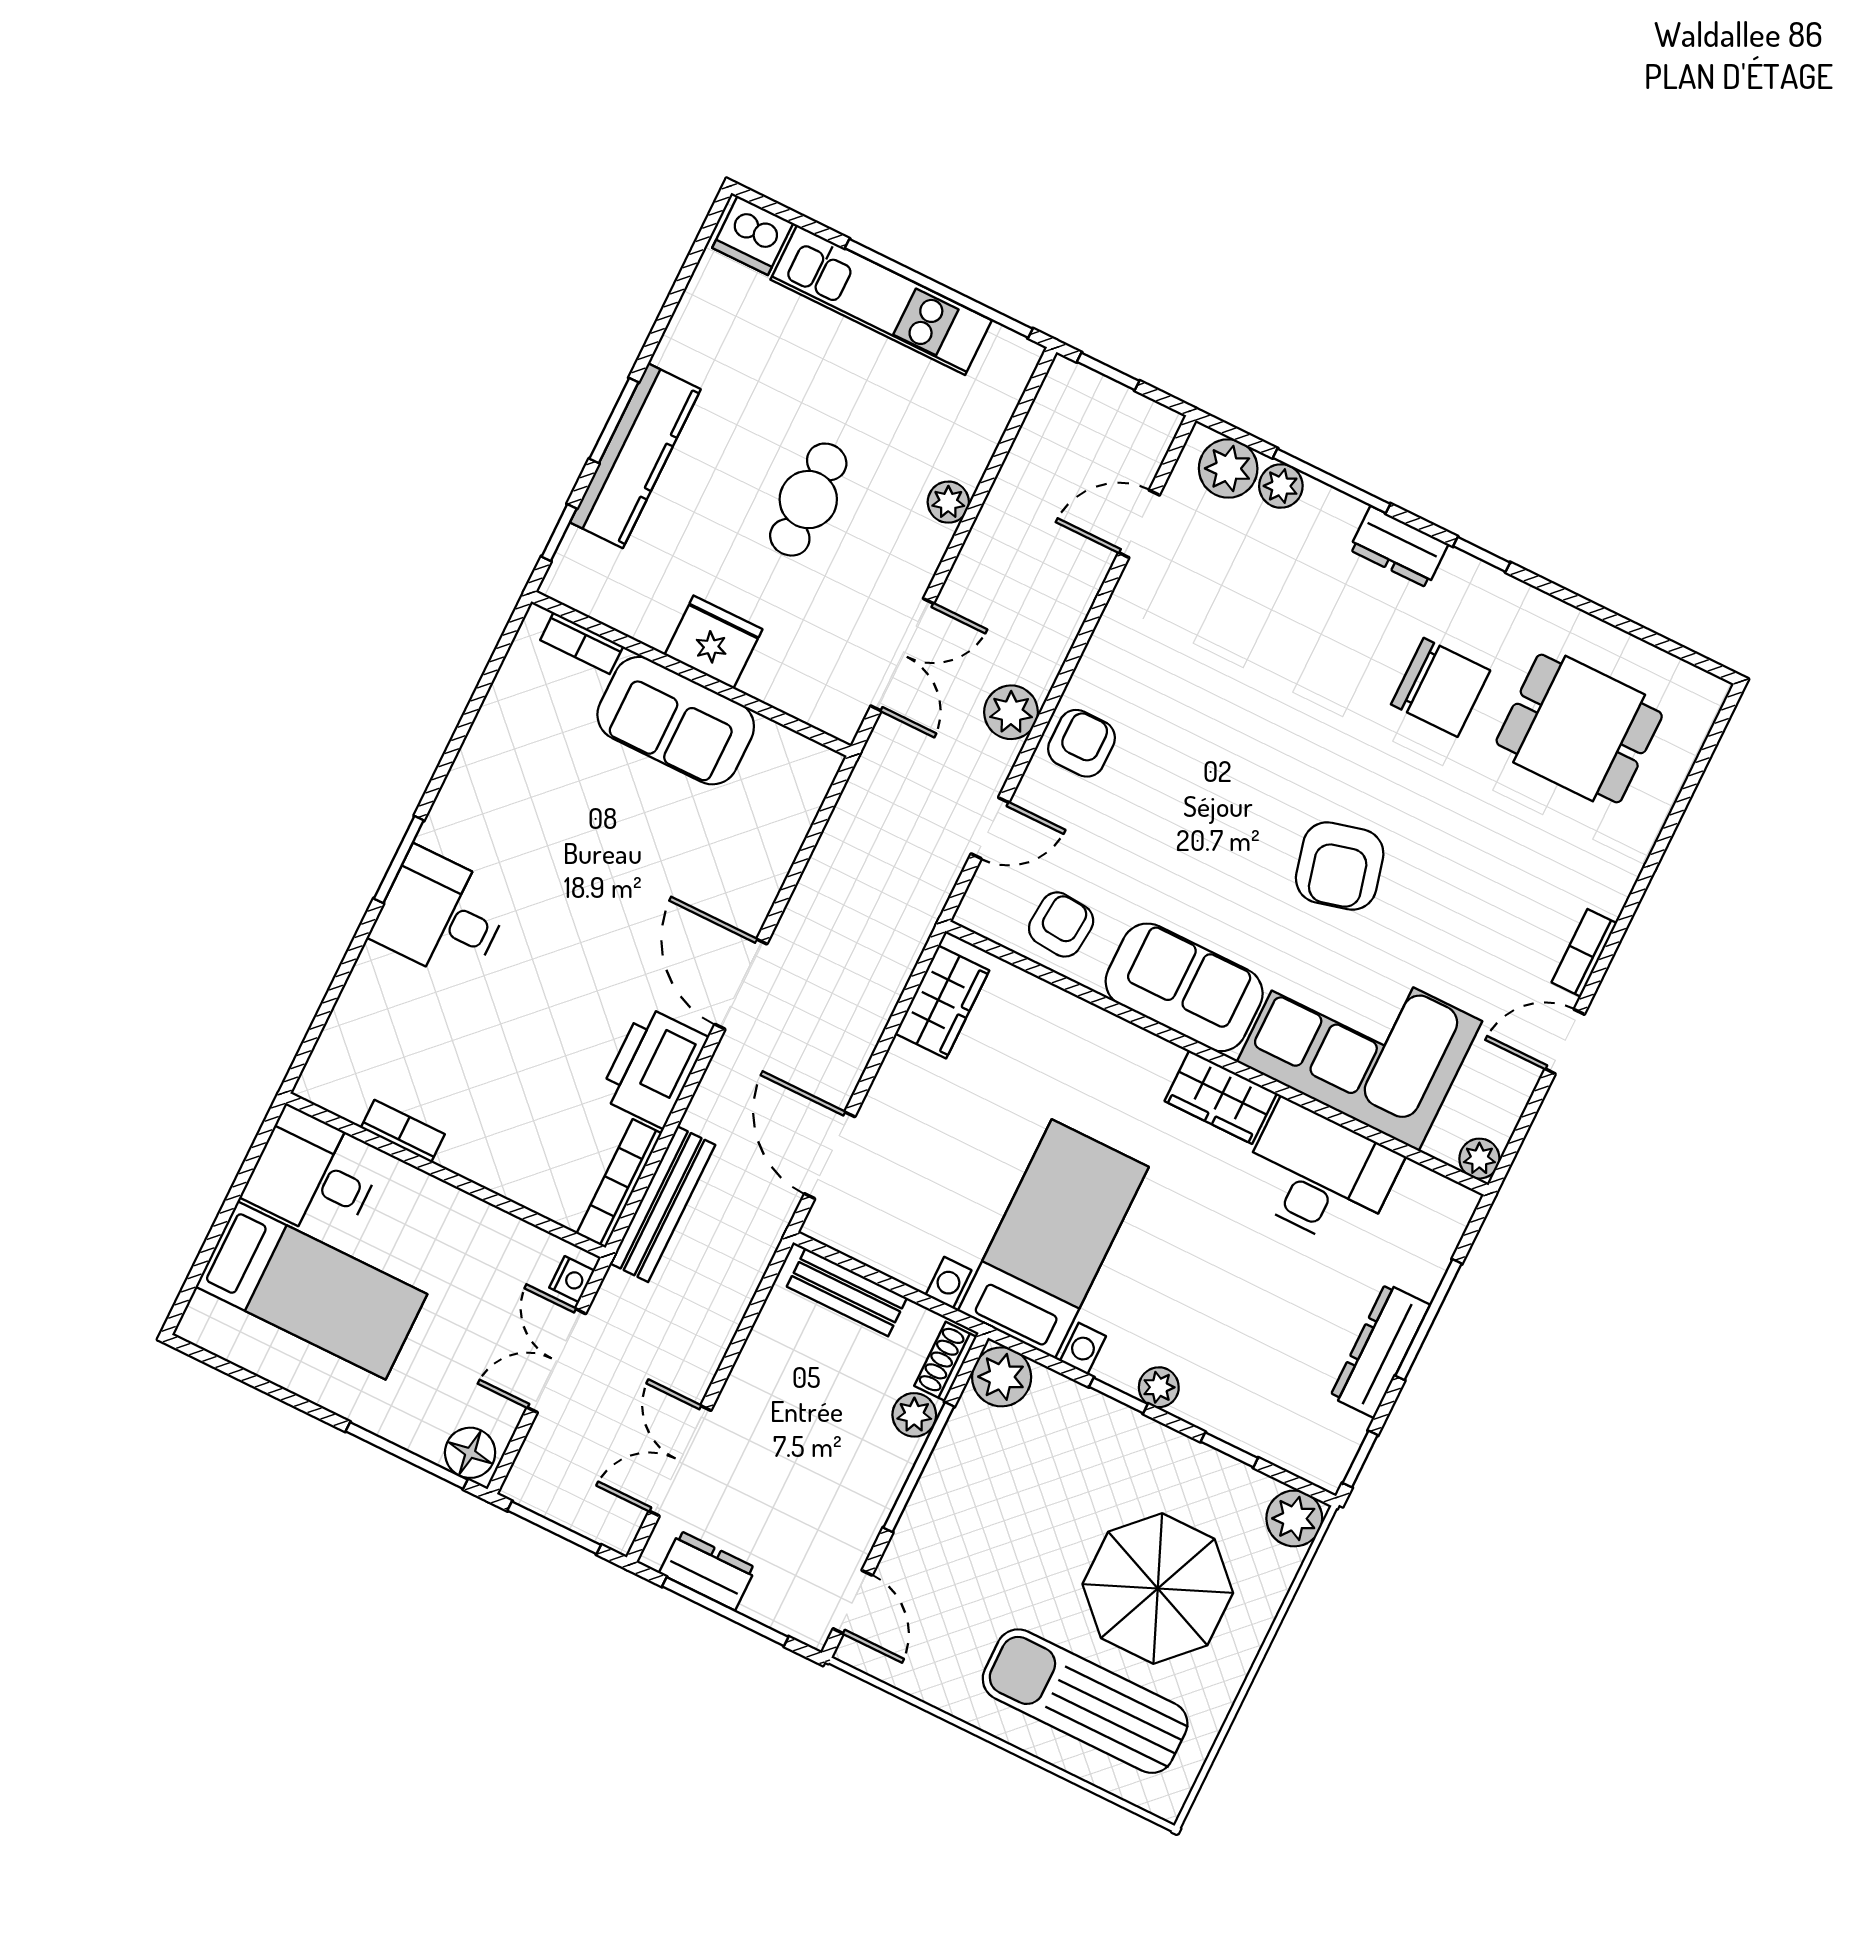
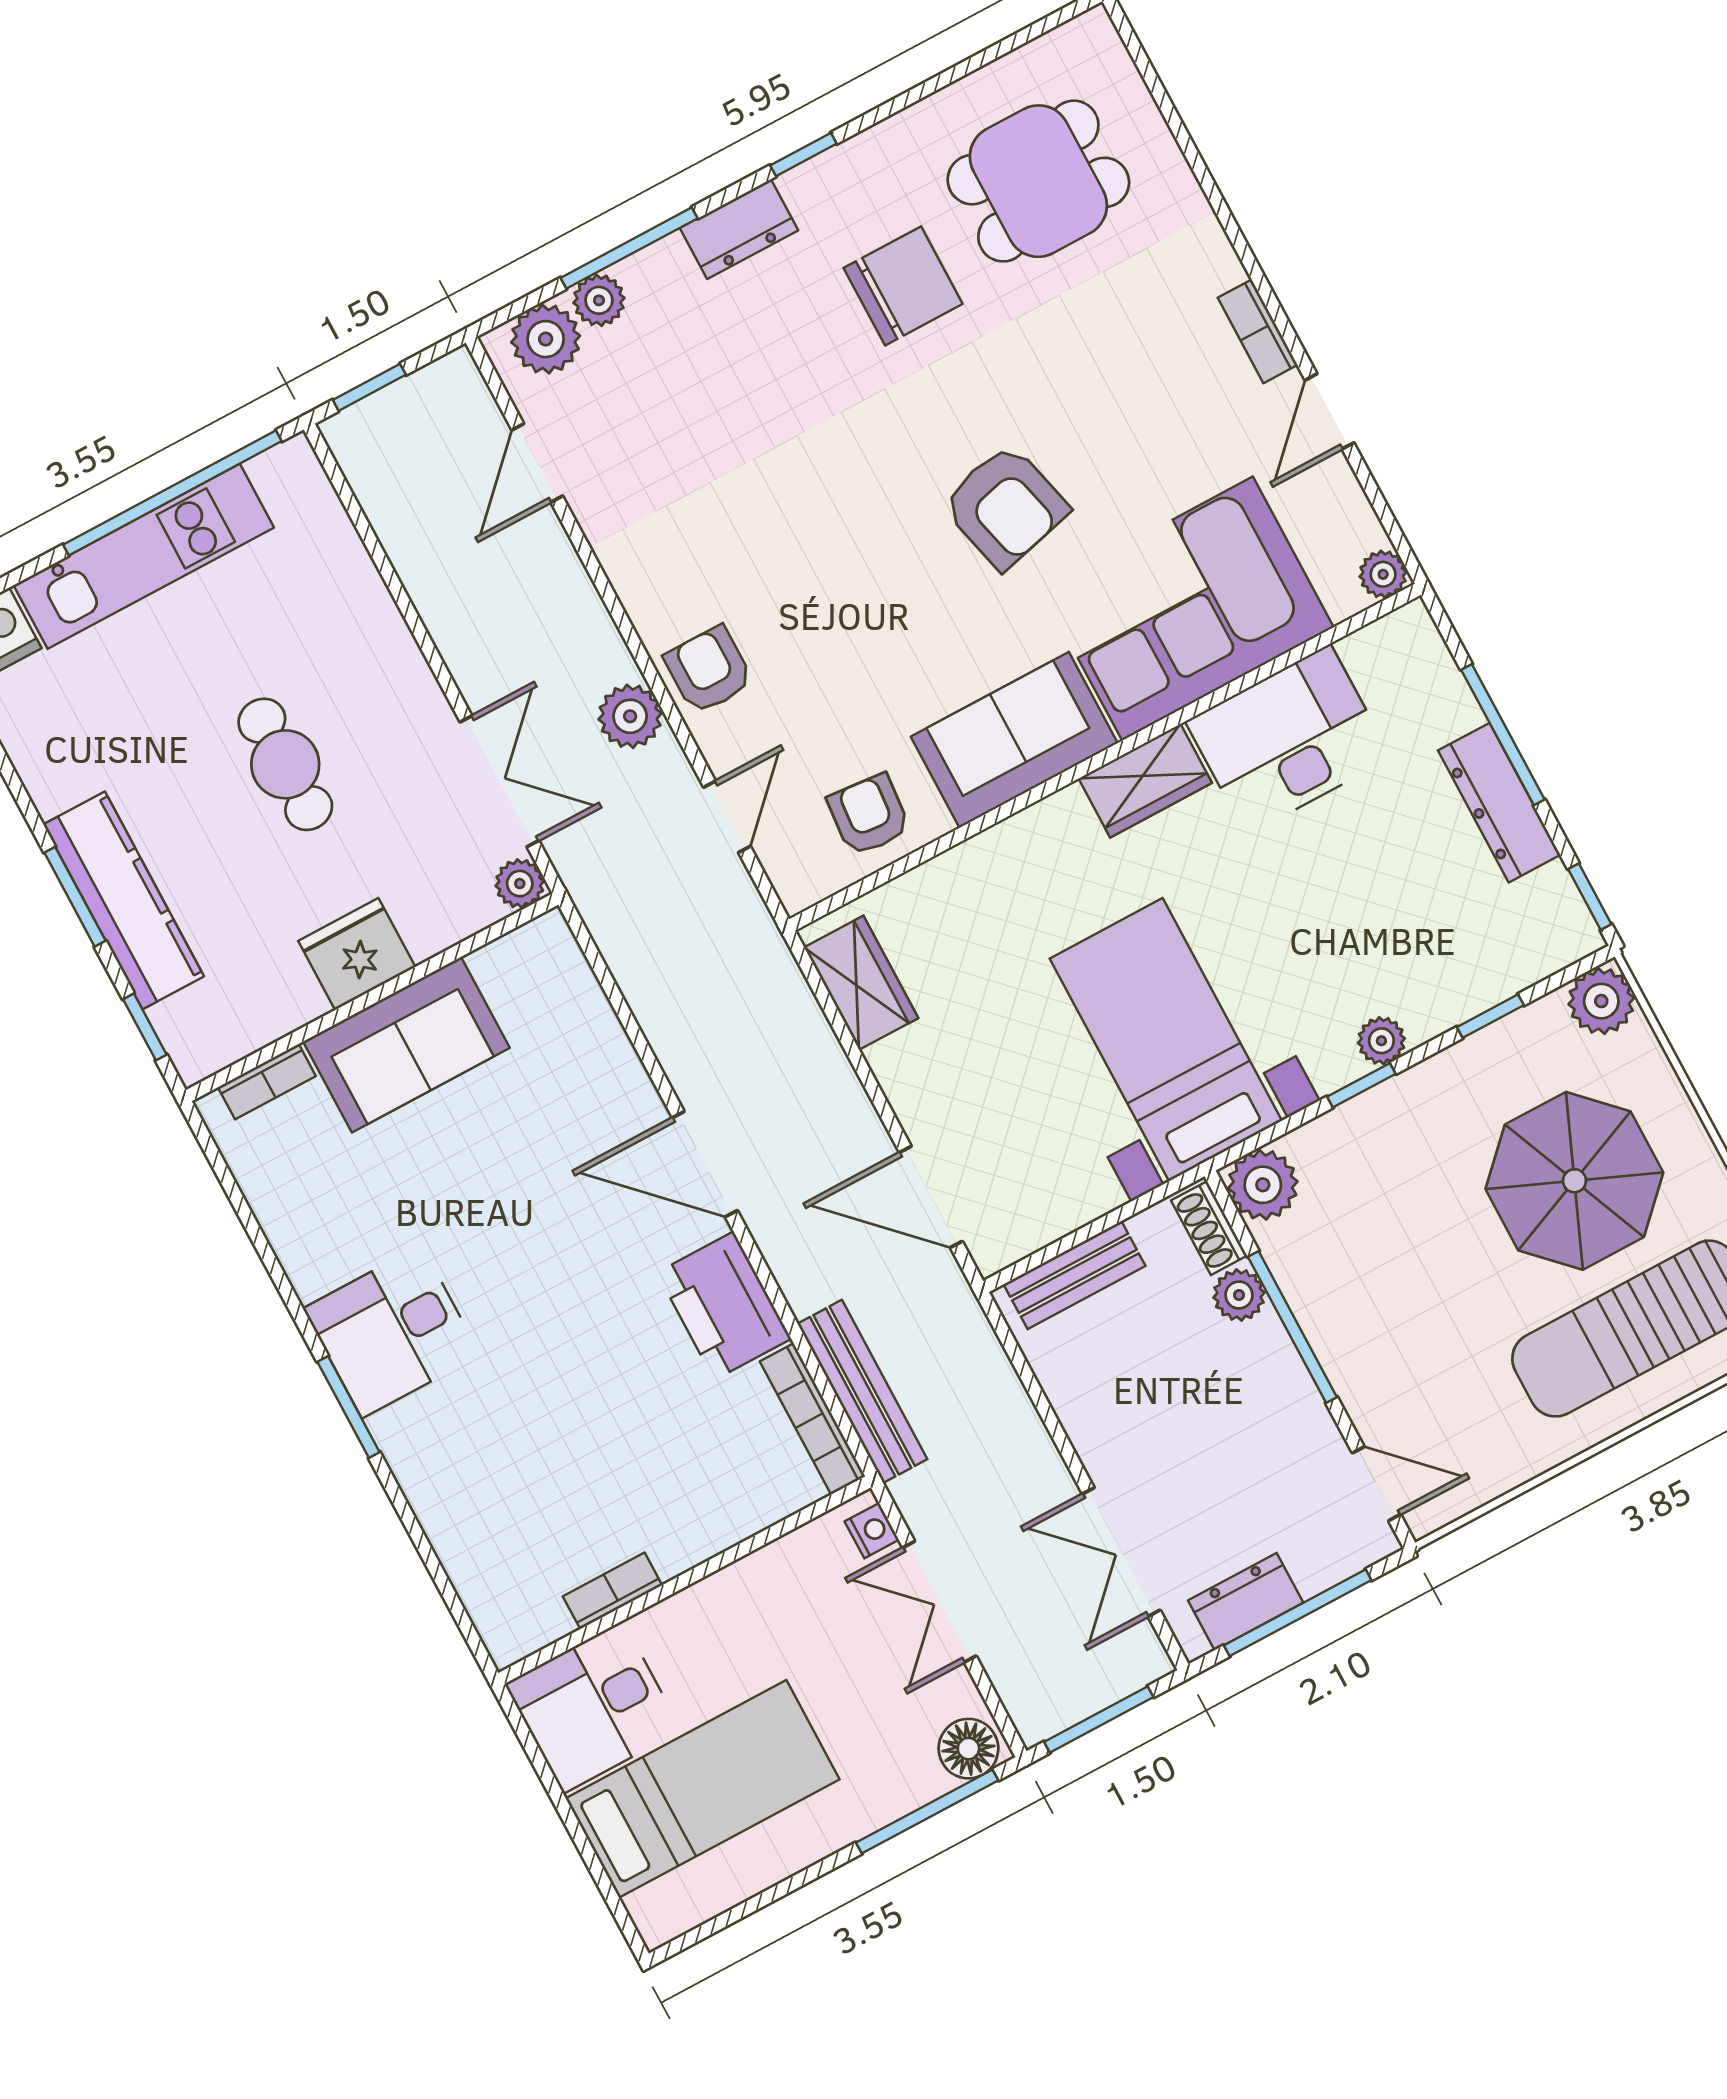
plant: (948, 502) -> (520, 884), moved
desk: (441, 915) -> (392, 1332), moved

